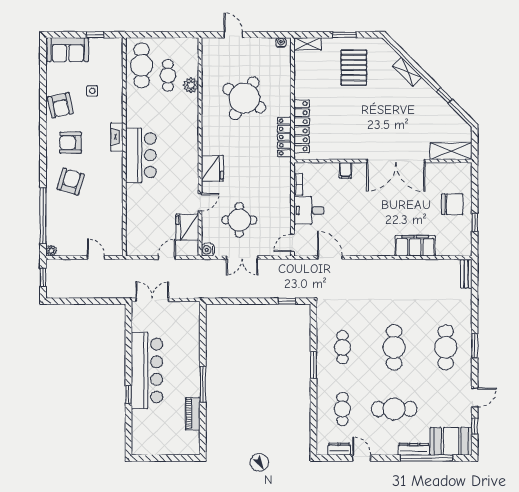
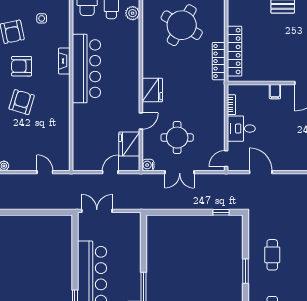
bar counter: (141, 155) -> (86, 69), width x1.36

